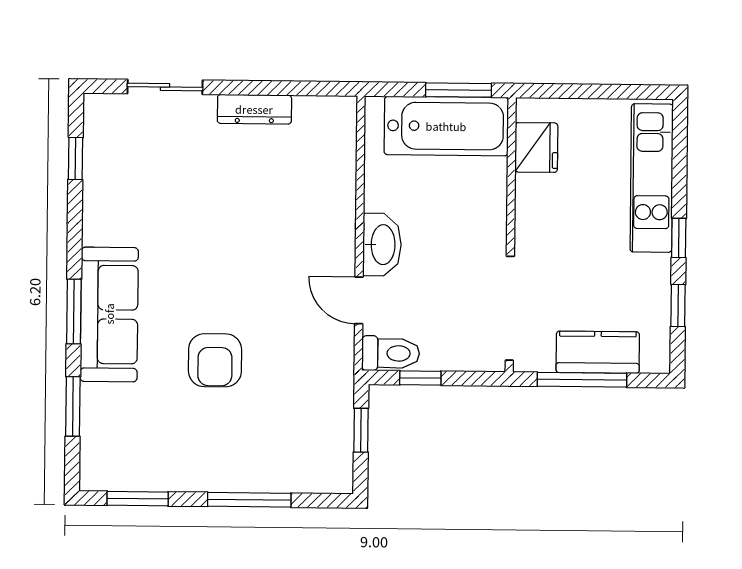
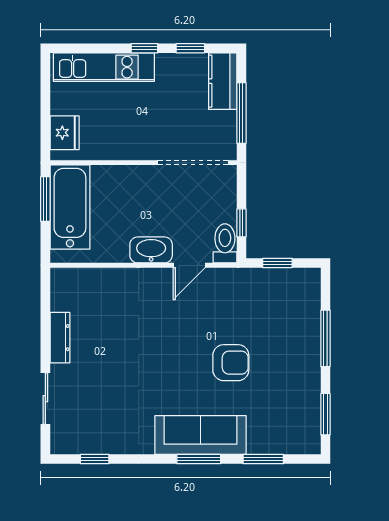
fridge: (536, 147) -> (65, 133), moved, turned 90
kitchen counter: (598, 352) -> (223, 81), moved

